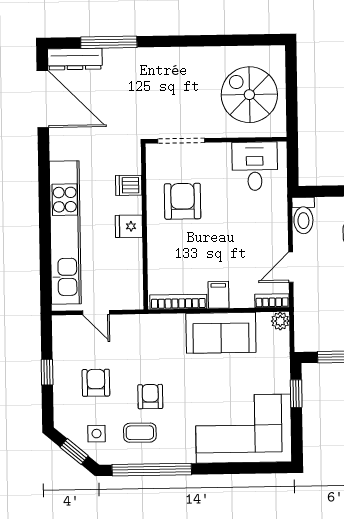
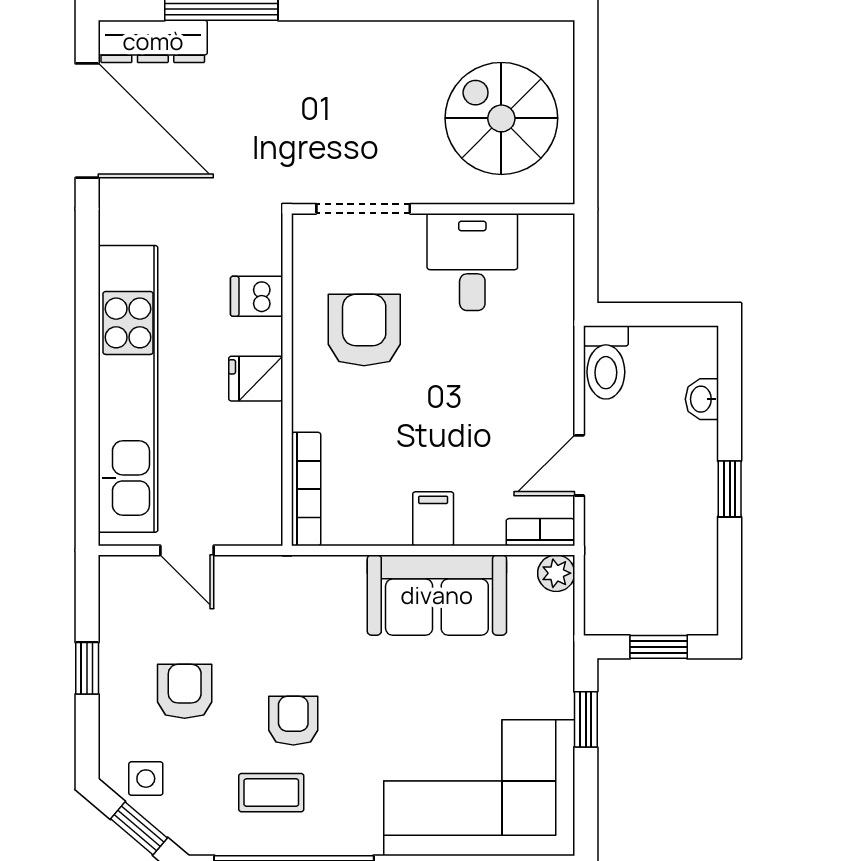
desk: (255, 166) -> (472, 262), moved
bookcase: (178, 302) -> (306, 489), moved, turned 90
side table: (97, 434) -> (146, 779), moved

